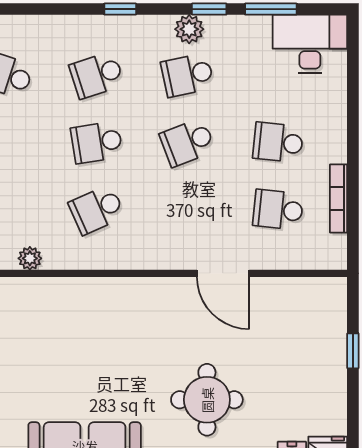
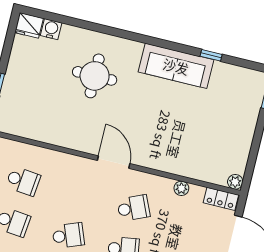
door: (223, 273) -> (114, 162), moved

